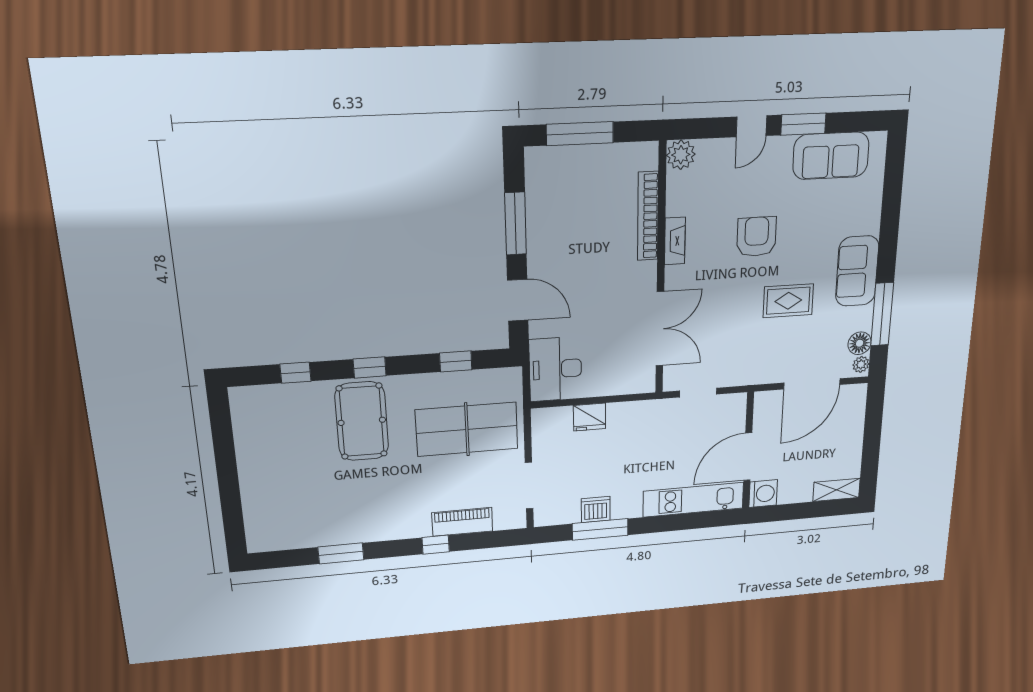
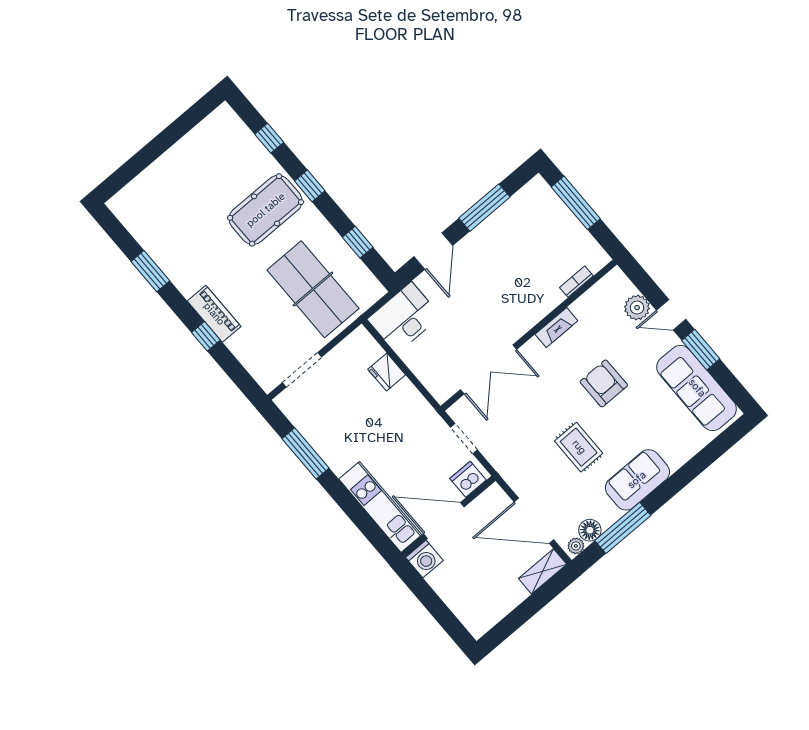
plant: (681, 155) -> (637, 308), moved
sofa: (831, 156) -> (697, 388), width x1.36
bookcase: (648, 216) -> (576, 282), width x0.43, depth x0.76
armchair: (757, 237) -> (604, 383), turned -90
shelving: (837, 490) -> (543, 571), moved, turned 90
dishwasher: (596, 510) -> (468, 479), moved, turned -90
piano: (462, 522) -> (214, 314), moved

